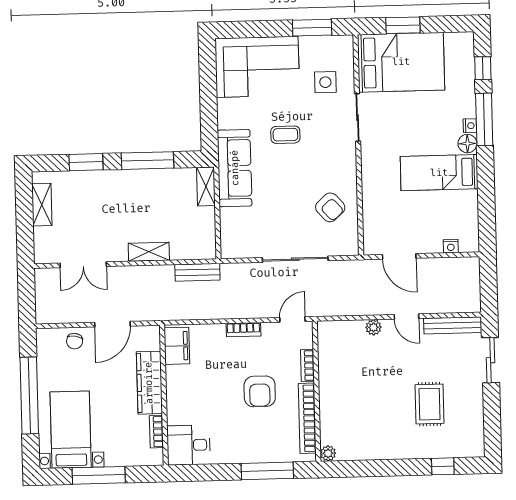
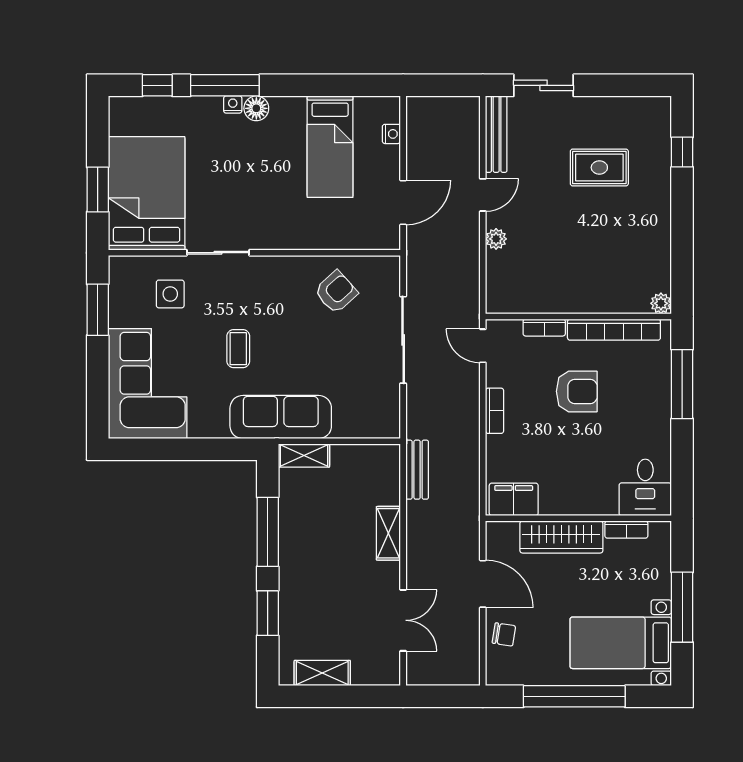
bed: (439, 173) -> (330, 147), moved

